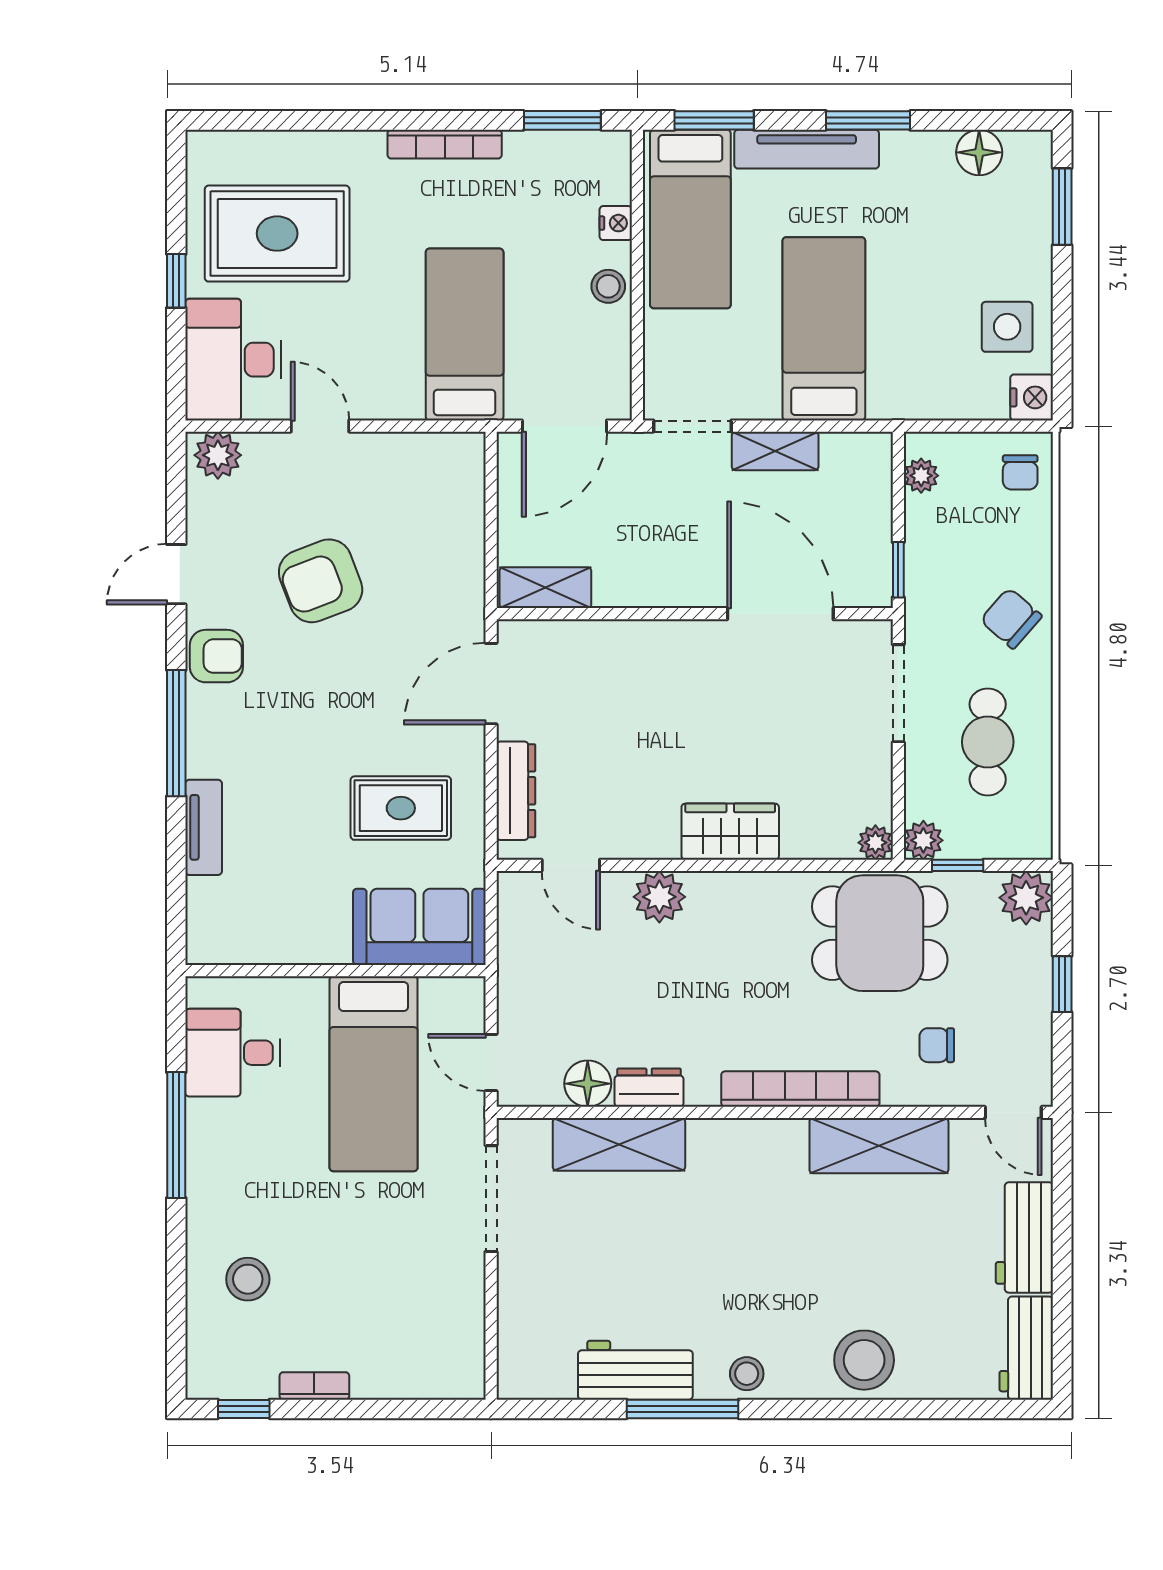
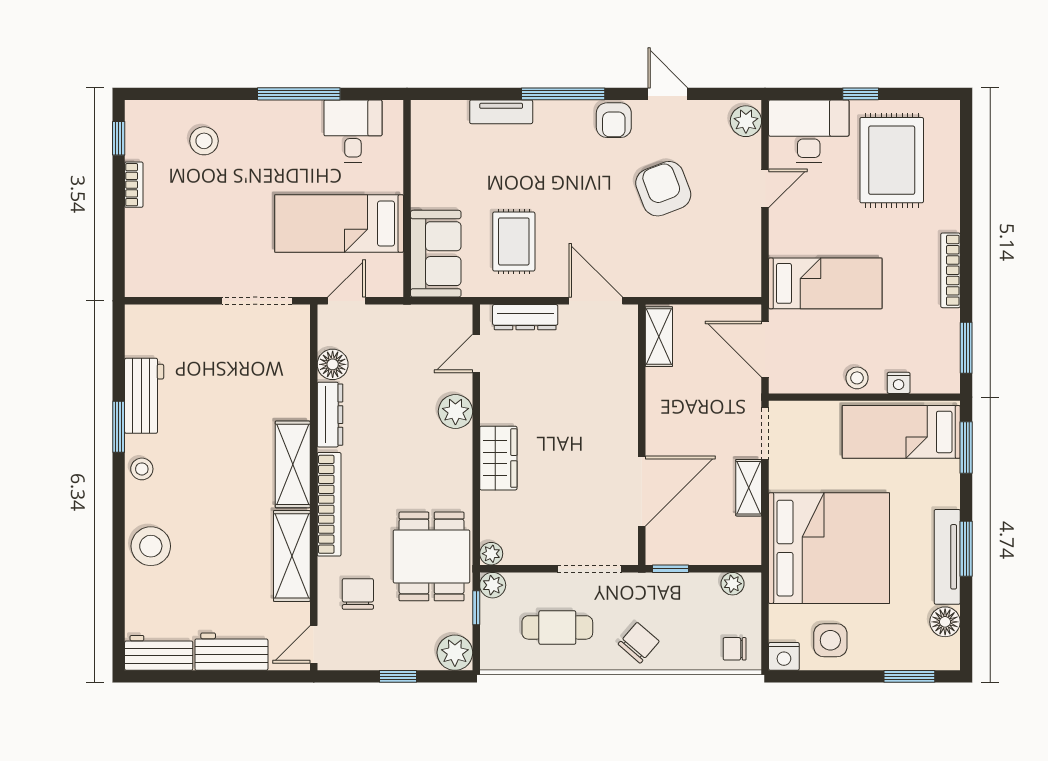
tv unit: (807, 149) -> (947, 557), moved
bed: (824, 329) -> (829, 548), width x2.04
chair: (937, 1045) -> (358, 594), width x1.37, depth x1.37
dresser: (649, 1088) -> (330, 415), width x1.44
shelving: (619, 1144) -> (293, 464), moved
window: (683, 1409) -> (119, 427), width x0.69

